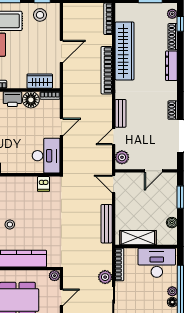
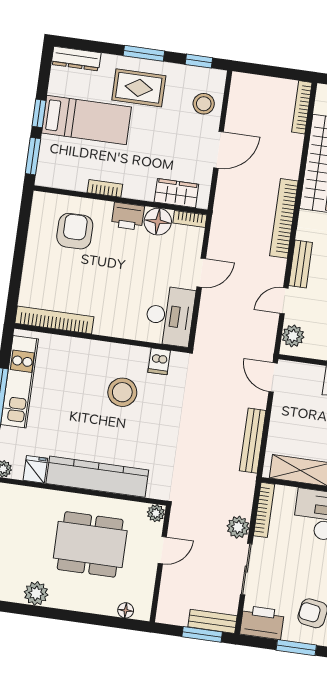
stool: (40, 15) -> (204, 104), moved
bookcase: (107, 70) -> (284, 218), moved
stool: (10, 224) -> (122, 392), moved, width x1.89, depth x1.89

